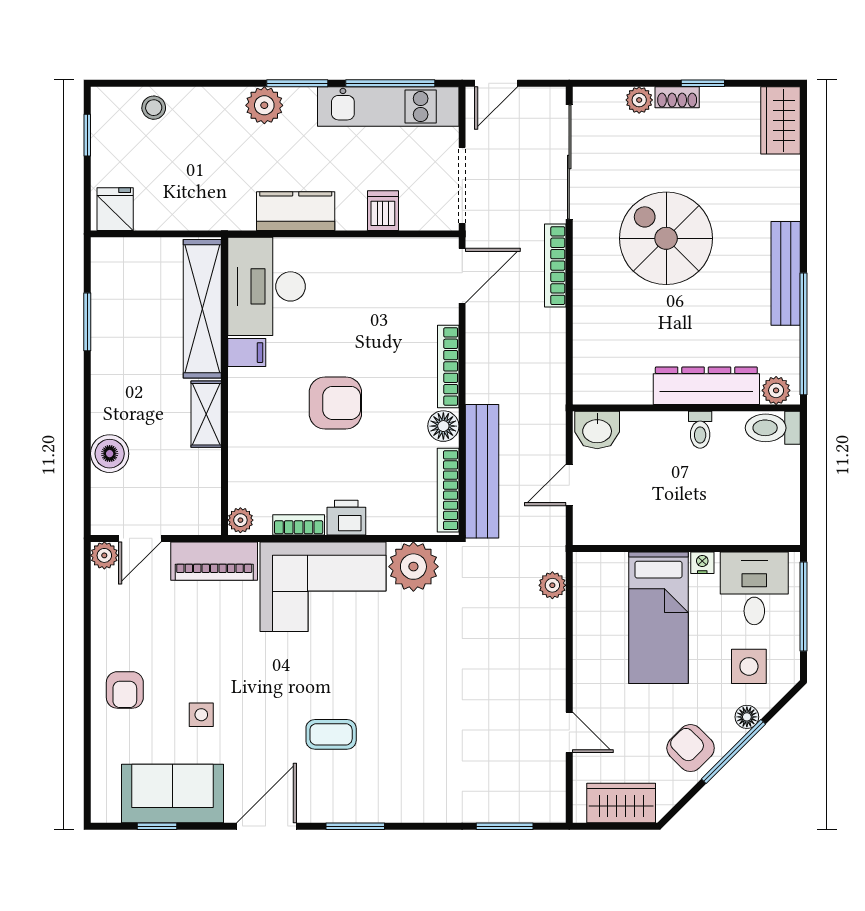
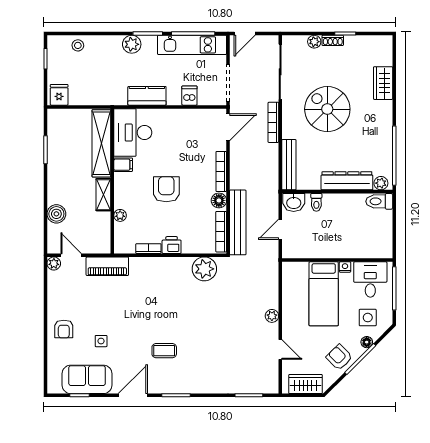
wardrobe: (781, 120) -> (383, 83), moved
bench: (786, 273) -> (289, 165), moved
armchair: (335, 403) -> (166, 189), turned -90
toilet: (700, 430) -> (316, 202), moved
plant: (240, 520) -> (120, 215), moved
door: (140, 538) -> (71, 255), swing flipped
plant: (552, 585) -> (272, 316), moved
corner sofa: (323, 587) -> (160, 279), removed

